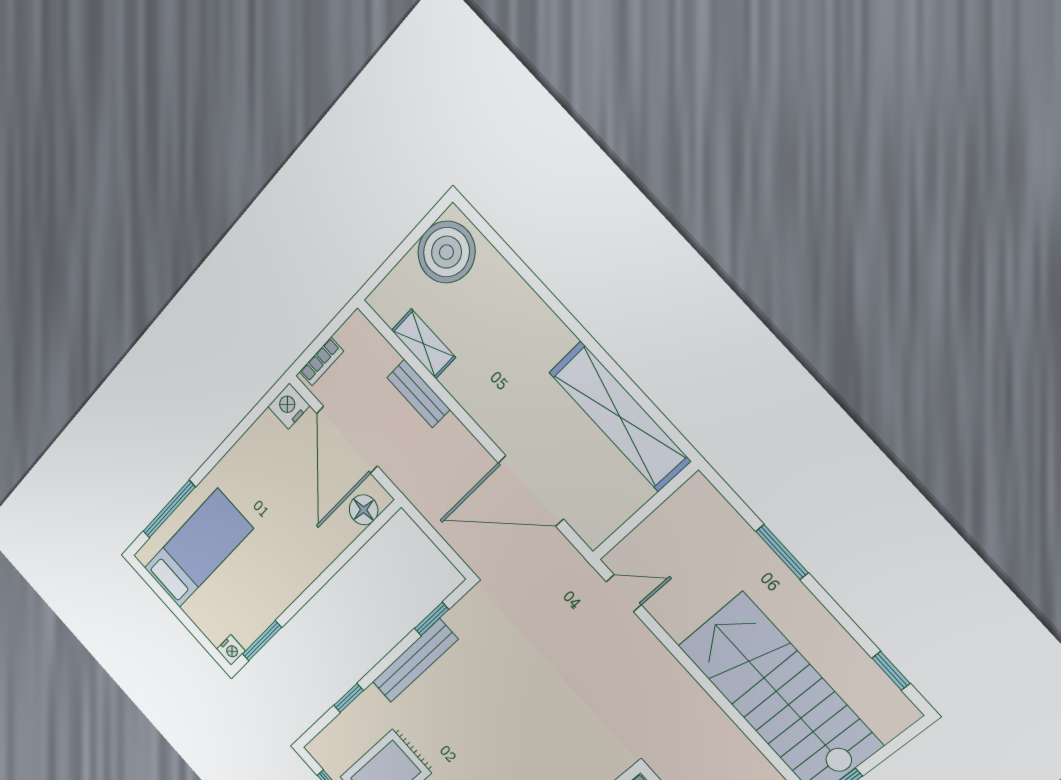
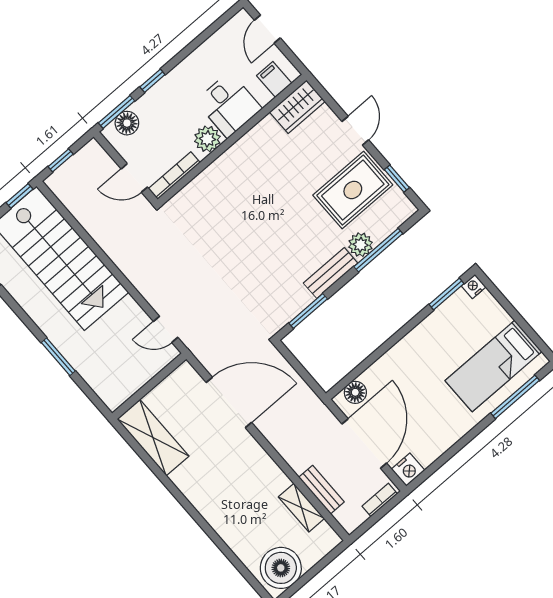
bench: (418, 394) -> (321, 490), moved
shelving: (620, 417) -> (153, 438), width x0.68
window: (432, 619) -> (308, 311), width x1.50
bench: (415, 661) -> (331, 273), width x0.73
window: (349, 698) -> (378, 250), width x2.17
plant: (371, 705) -> (361, 245), added

